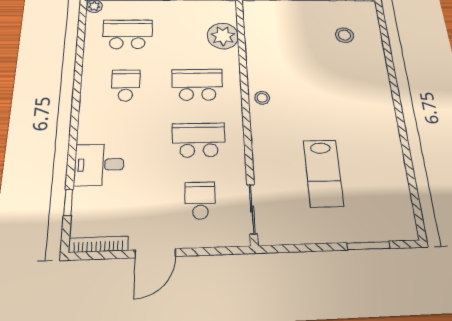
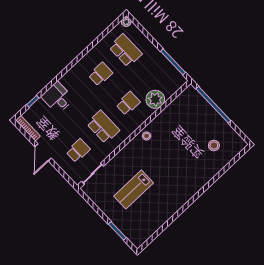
plant: (223, 36) -> (155, 99), moved
school desk: (197, 85) -> (128, 103), width x0.54
door: (155, 253) -> (43, 152), hinge flipped

